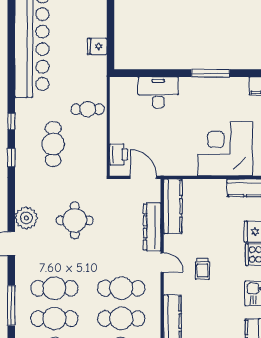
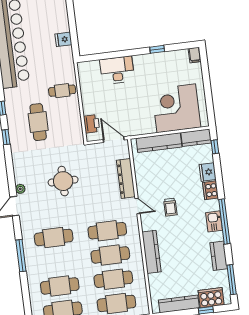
window: (211, 73) -> (157, 49), width x0.46
kitchen counter: (173, 206) -> (159, 143), moved, turned 90
plant: (26, 218) -> (20, 189), width x0.53, depth x0.53
cafe table: (54, 318) -> (57, 262), removed

